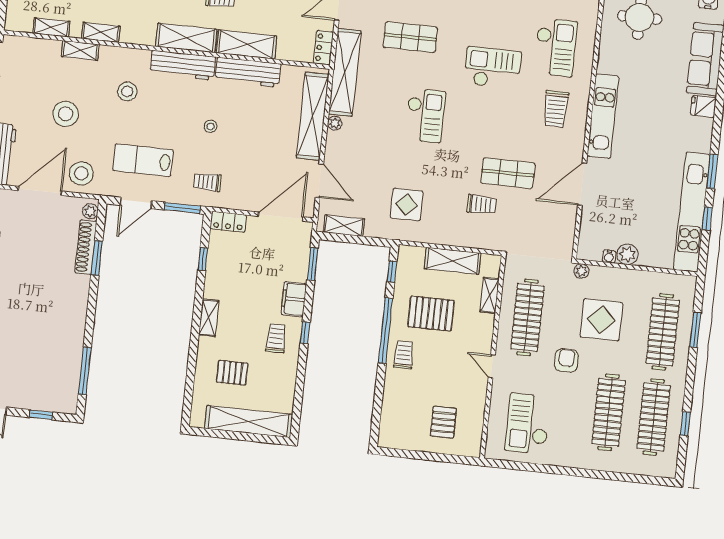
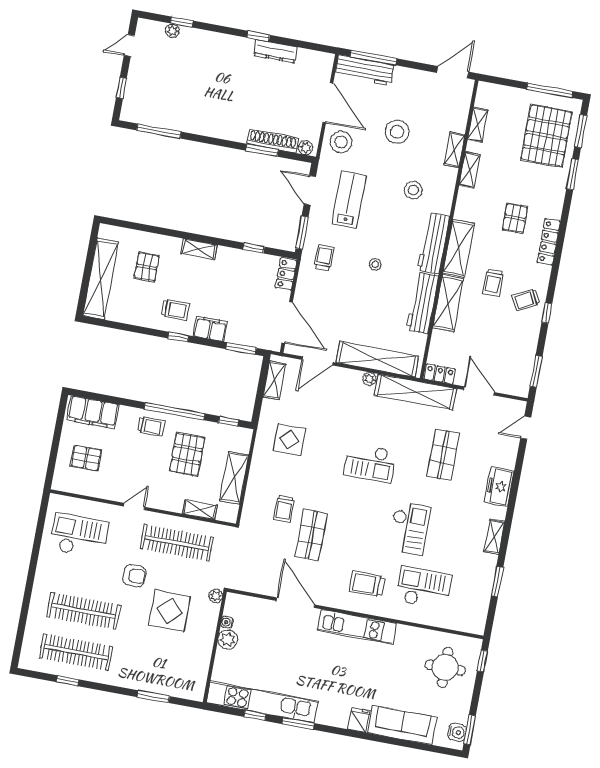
checkout: (555, 47) -> (424, 588), turned 180
clothes rail: (663, 332) -> (154, 667), removed
filing cabinet: (394, 419) -> (93, 412), added

